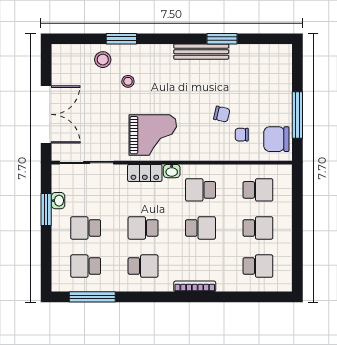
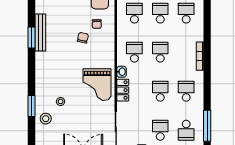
bench: (201, 52) -> (40, 33), moved
grand piano: (153, 135) -> (97, 85), turned 180
school desk: (200, 190) -> (134, 52), turned 180
school desk: (86, 228) -> (160, 130), turned 180
school desk: (143, 228) -> (160, 91), turned 180

